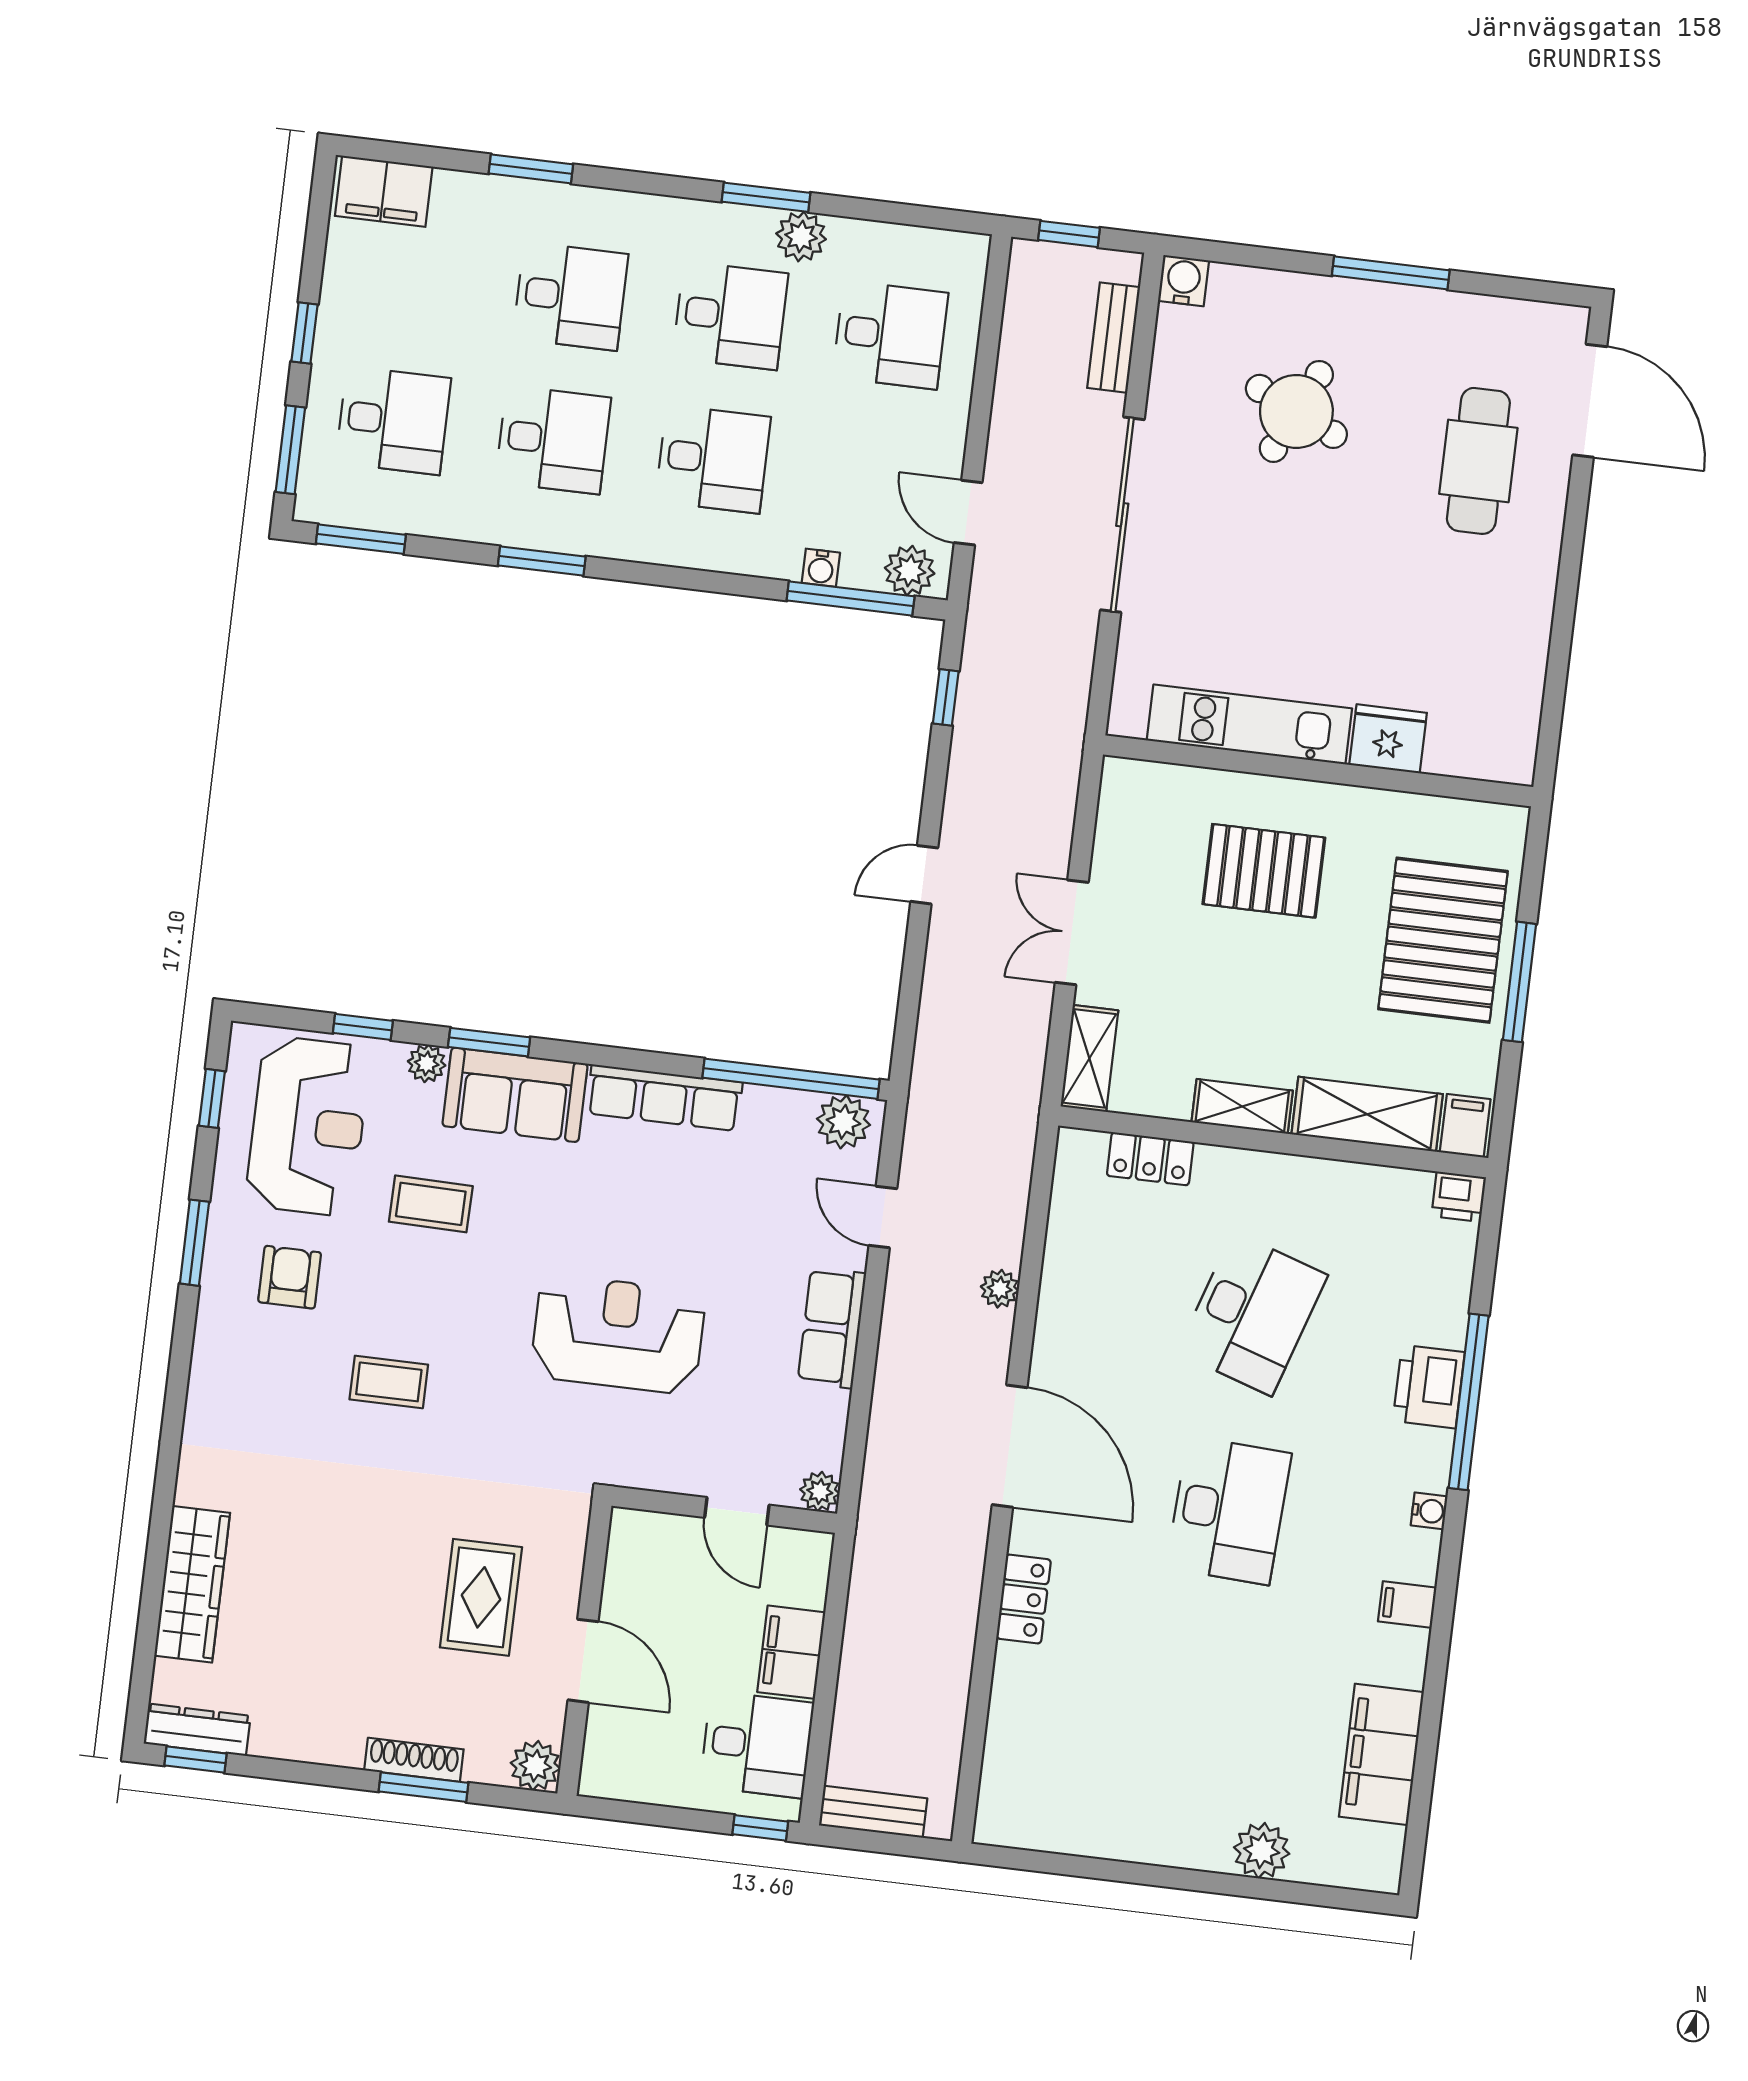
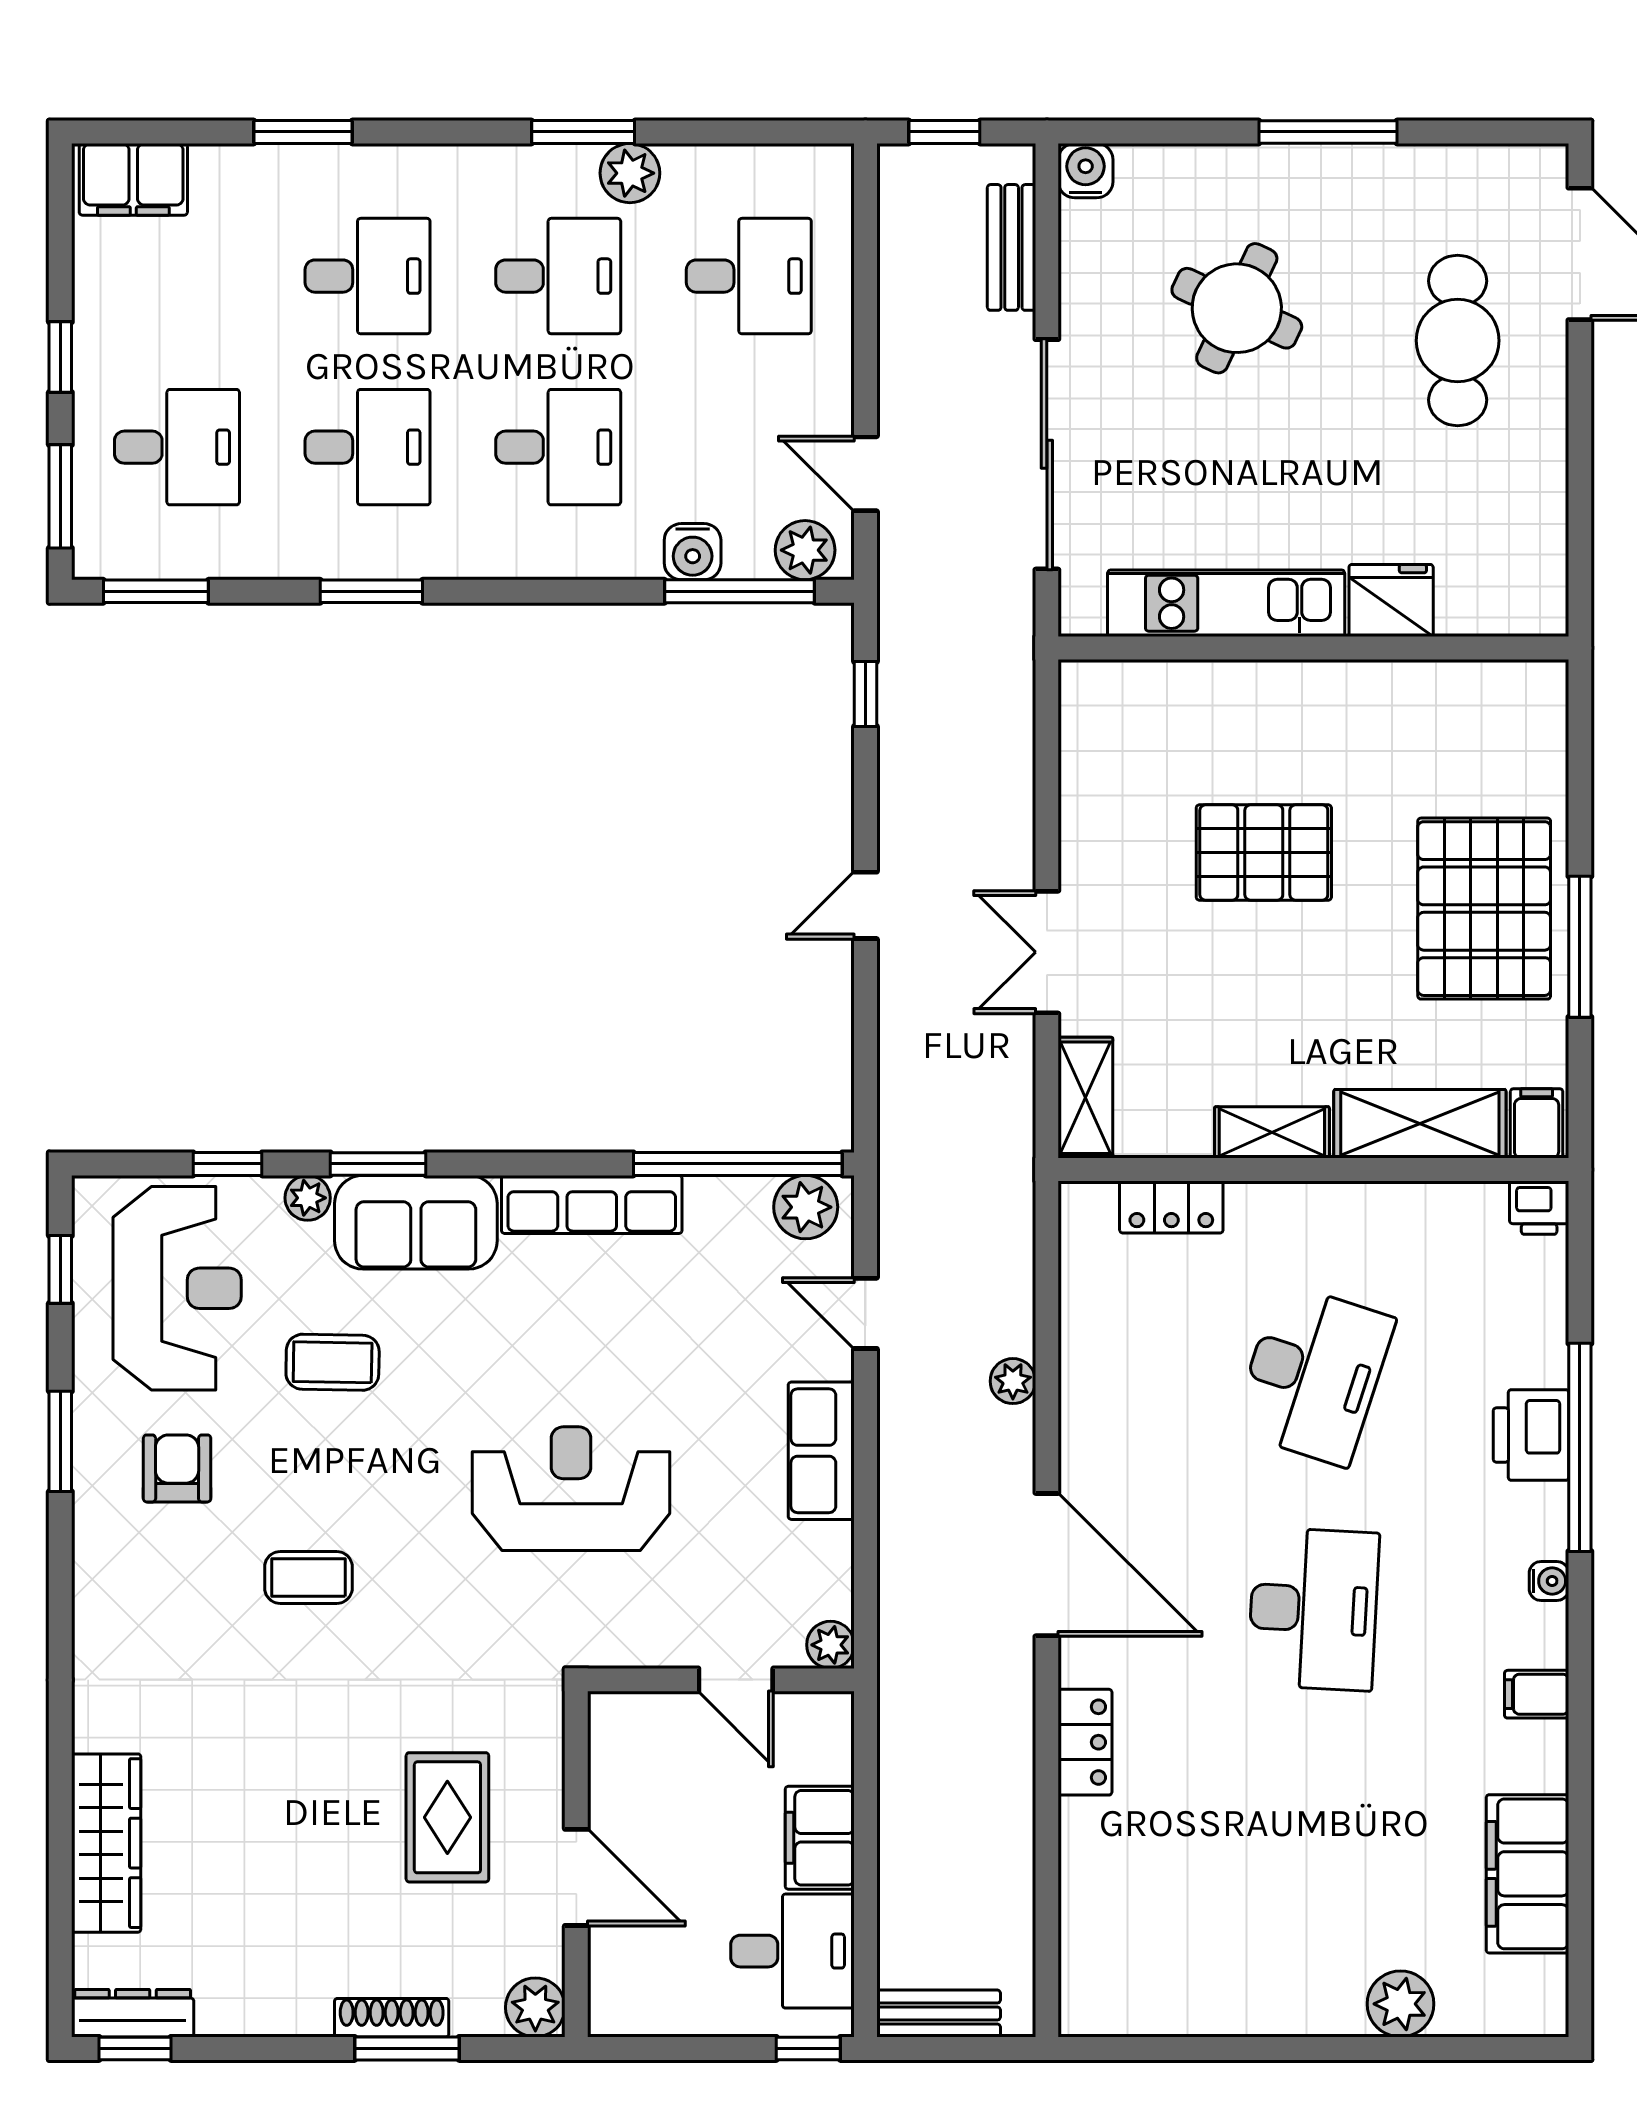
water cooler: (821, 568) -> (693, 552), width x1.38, depth x1.38
kitchen unit: (1249, 724) -> (1226, 603), moved
fridge: (1388, 739) -> (1391, 600), moved
wall: (1318, 771) -> (1313, 648), moved

